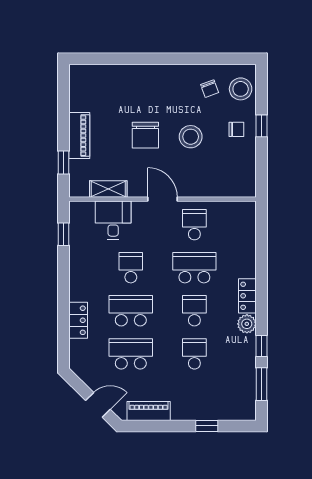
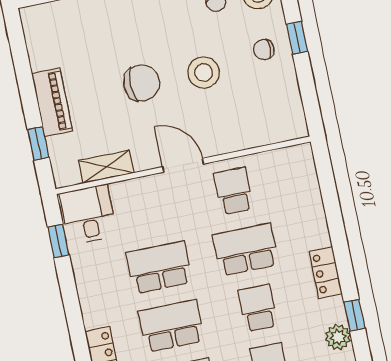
chair: (236, 129) -> (264, 50), turned 180
chair: (145, 135) -> (142, 83), turned -90
desk: (113, 220) -> (88, 215), moved
school desk: (131, 268) -> (159, 267), width x1.85
plant: (247, 324) -> (338, 337), moved
window: (262, 346) -> (355, 315), moved

